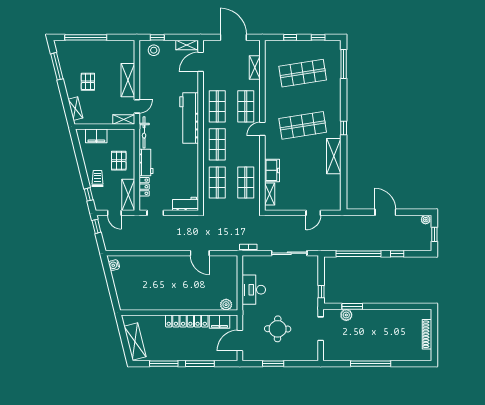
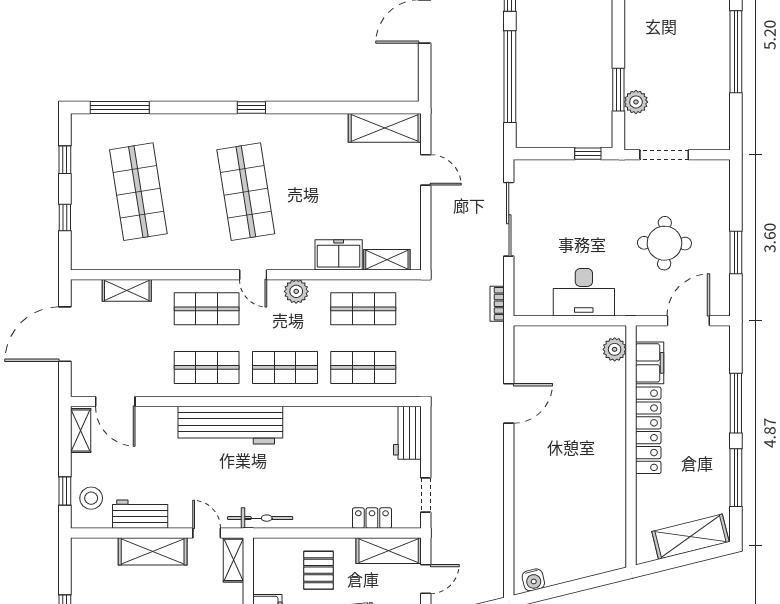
plant: (254, 150) -> (296, 291), added
shelving: (334, 156) -> (385, 128), moved
pallet: (119, 161) -> (318, 570), turned 90
workbench: (146, 162) -> (140, 514), moved
door: (240, 340) -> (688, 321), swing flipped

